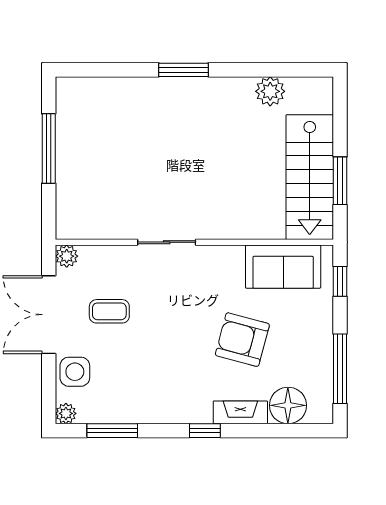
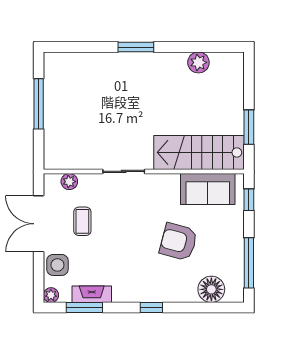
stairs: (310, 177) -> (199, 152), moved, turned 90
plant: (67, 256) -> (69, 182), moved
coffee table: (109, 311) -> (82, 221), turned 90
fireplace: (240, 412) -> (92, 294), moved

